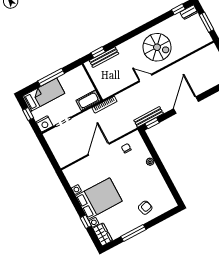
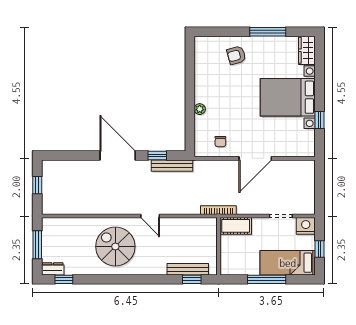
door: (186, 105) -> (118, 156), swing flipped
window: (152, 123) -> (157, 156), moved
window: (86, 222) -> (319, 120), moved

